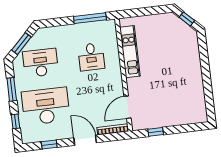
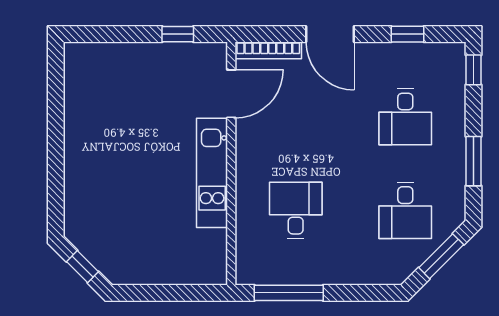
kitchen unit: (130, 52) -> (212, 173), moved
desk: (41, 63) -> (405, 210), width x0.73
desk: (46, 106) -> (405, 117), width x0.53, depth x0.77
window: (15, 121) -> (473, 70), moved

